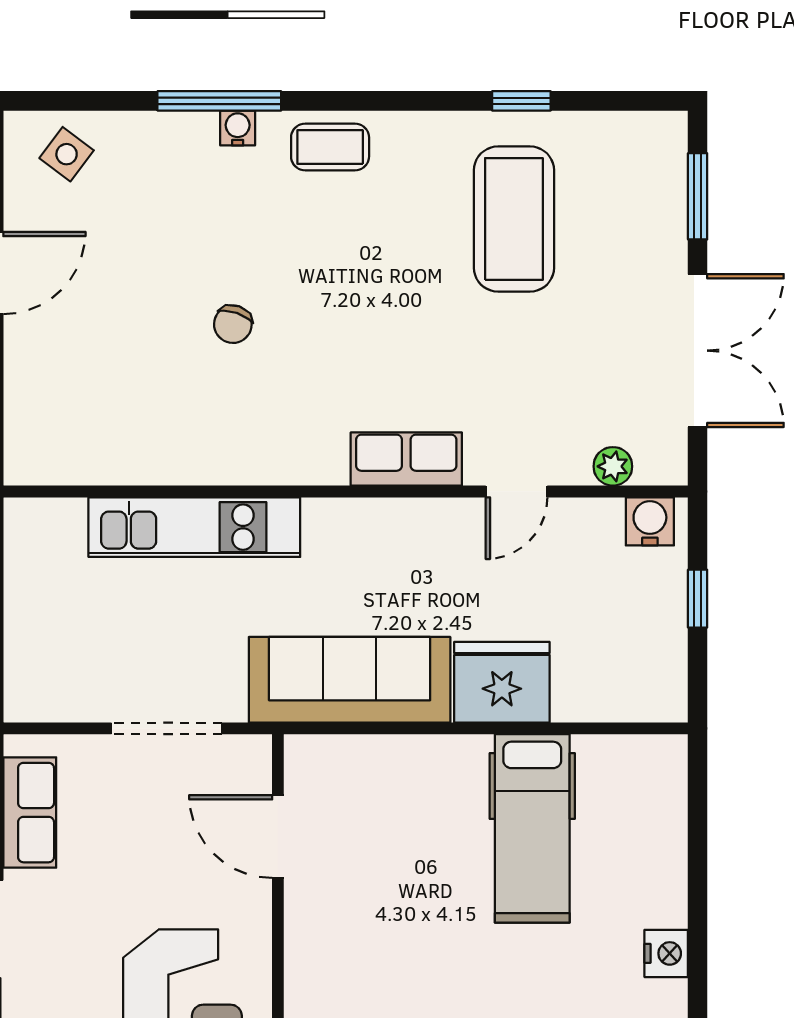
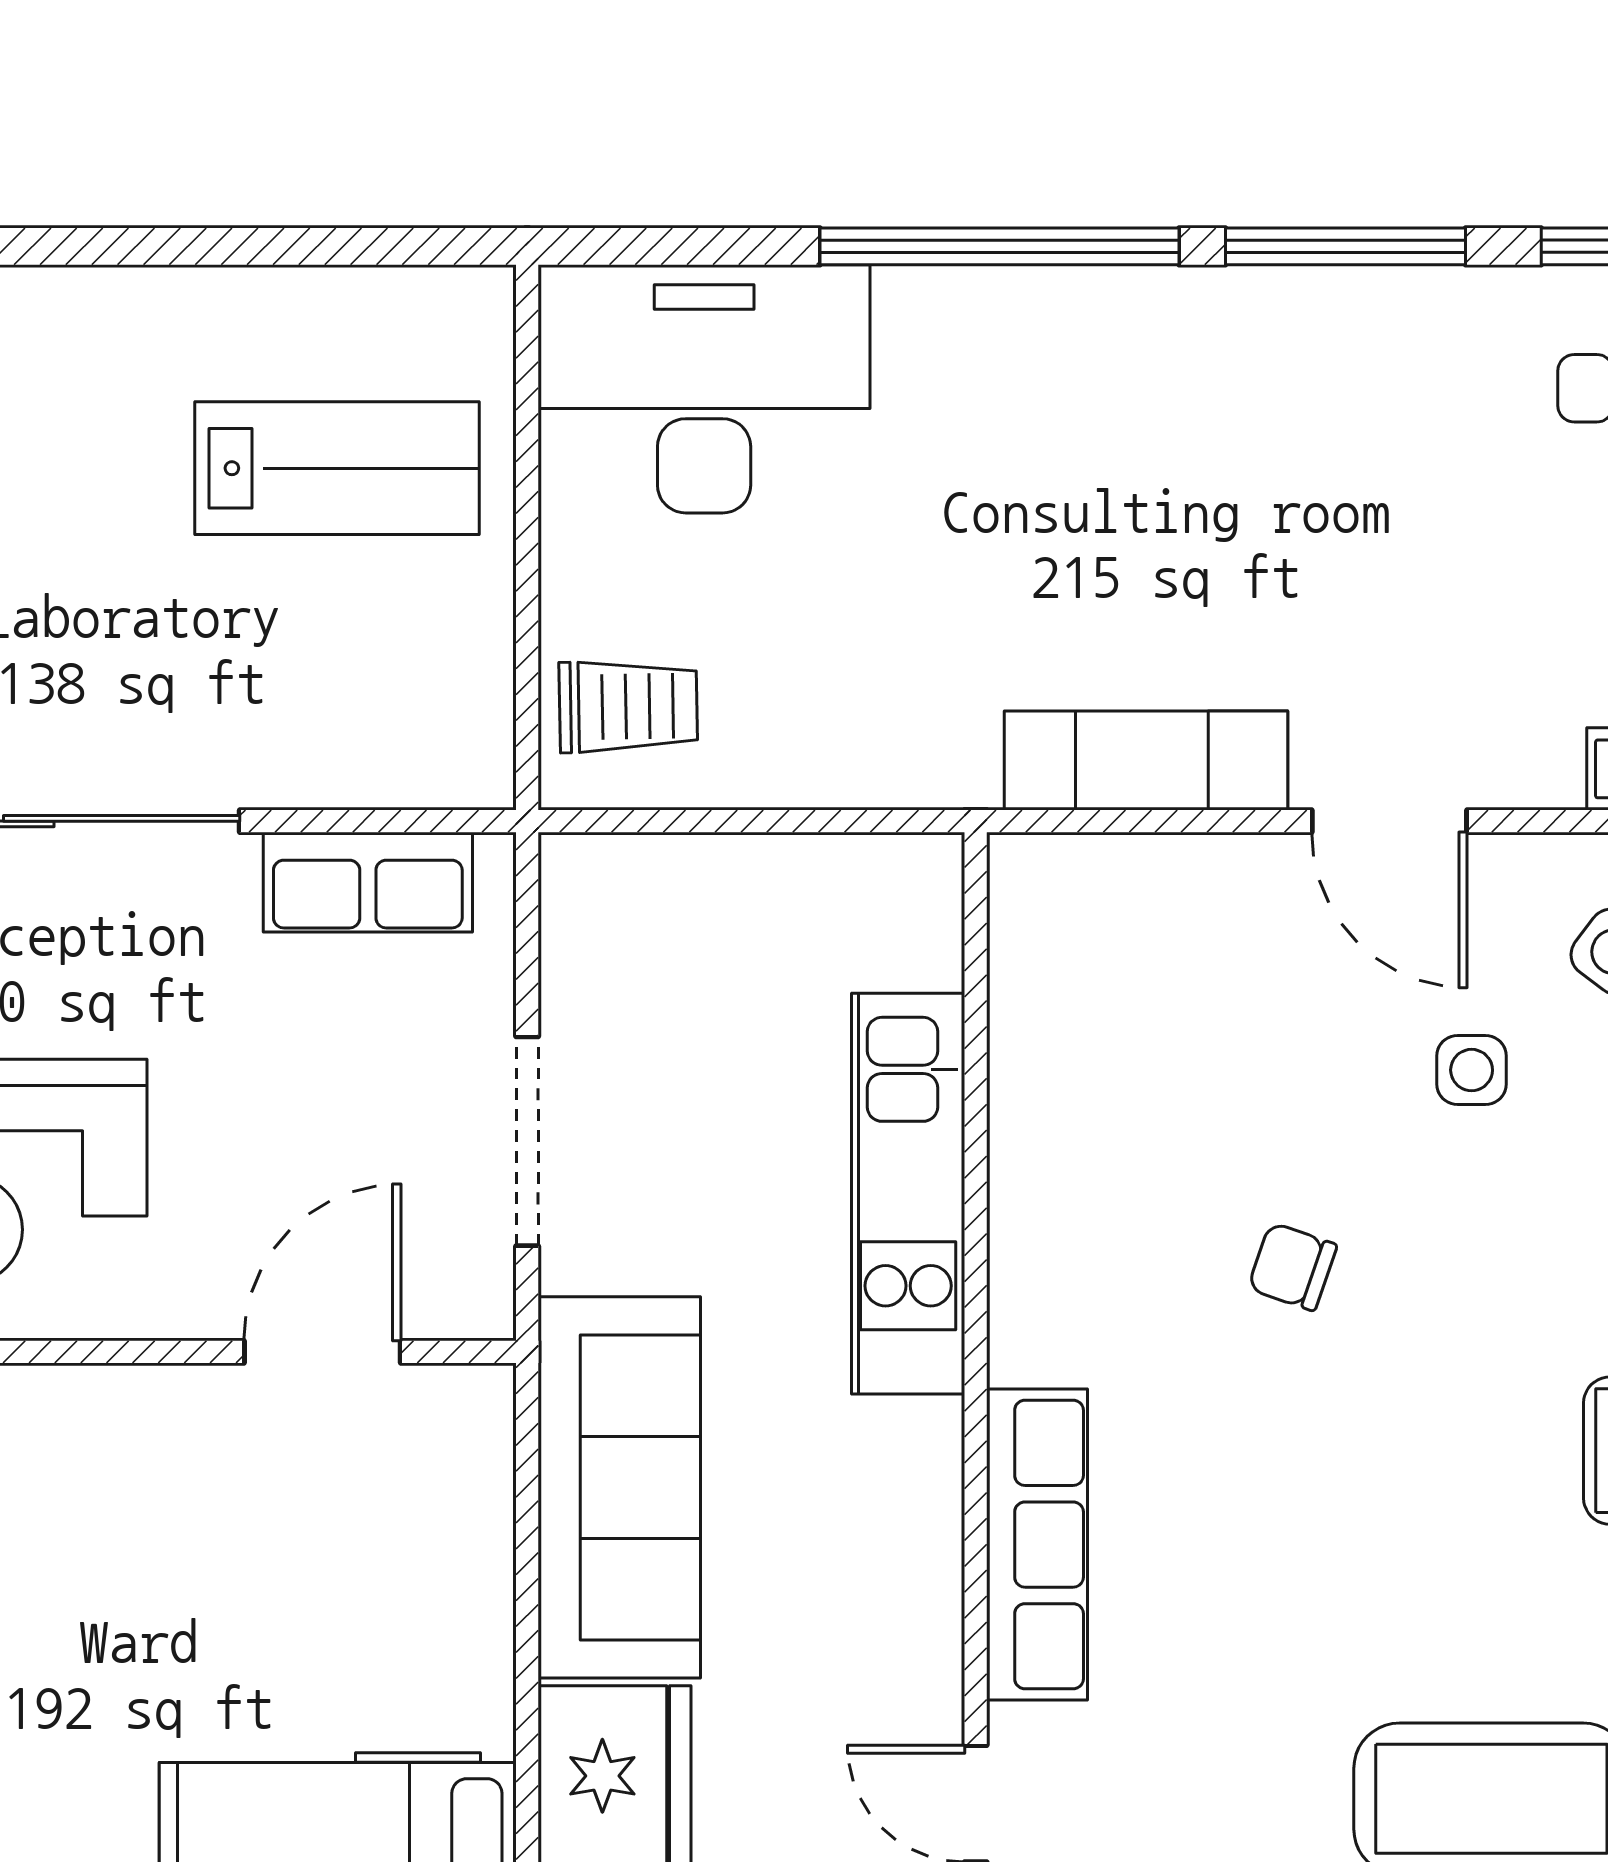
side table: (129, 230) -> (1472, 1070), added
row of seats: (406, 459) -> (1037, 1545), width x1.48

